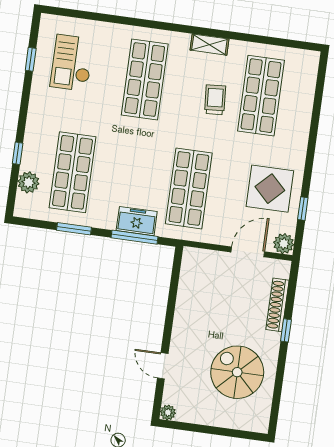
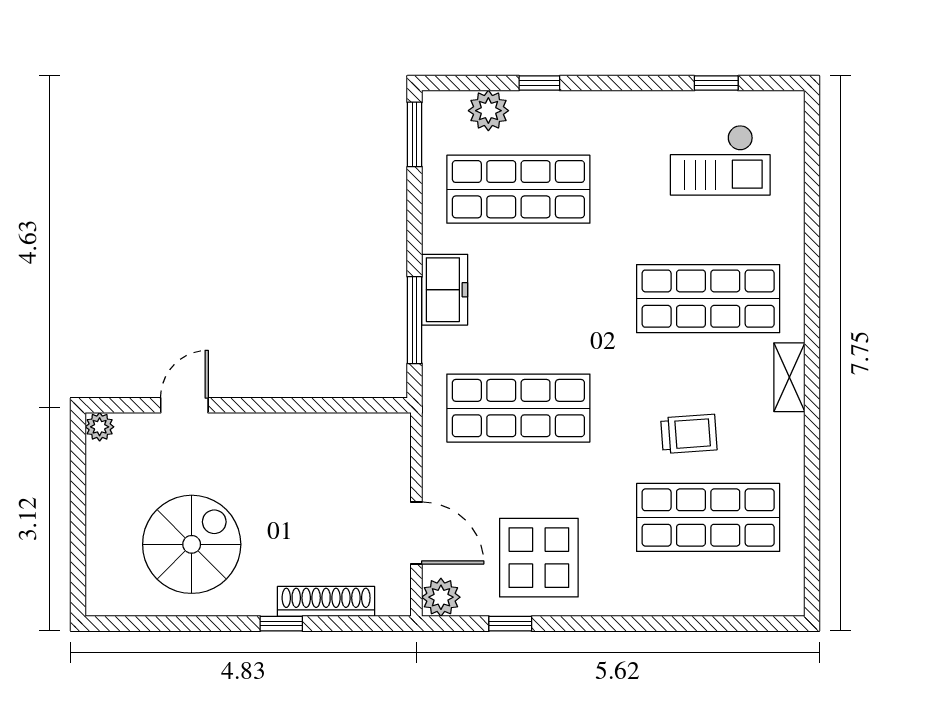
shelving: (209, 45) -> (789, 377), moved
checkout: (72, 63) -> (720, 160), turned 180
freezer: (137, 221) -> (445, 290), moved
window: (74, 229) -> (415, 134), moved

